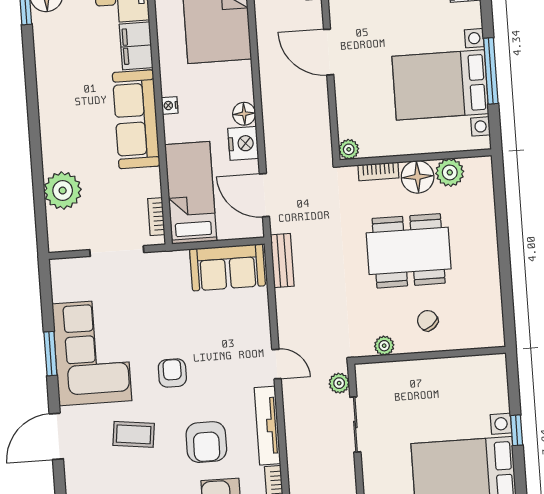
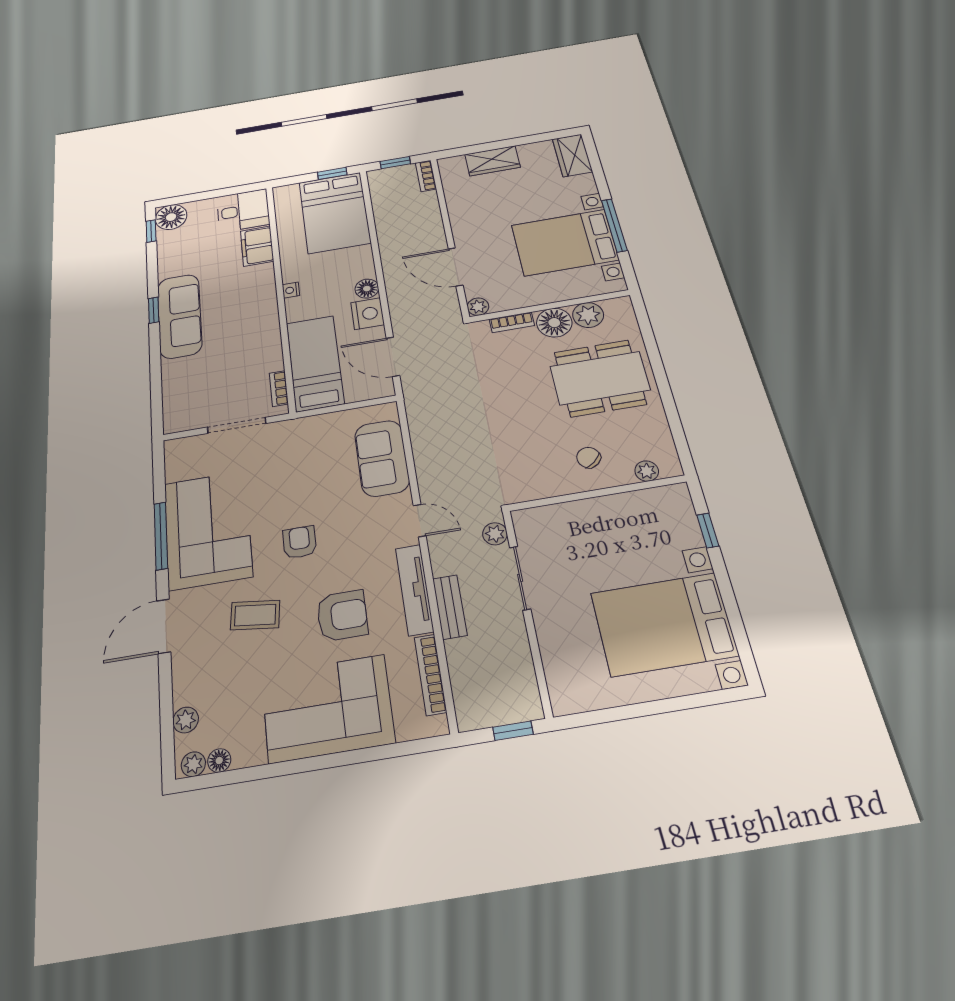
door: (329, 52) -> (456, 267), moved
window: (33, 111) -> (154, 310), added
sofa: (136, 119) -> (180, 316), moved, turned 180
plant: (63, 191) -> (181, 376), removed
dining table: (409, 251) -> (600, 378), moved
bench: (282, 261) -> (450, 607), moved
sofa: (227, 267) -> (382, 458), moved, turned 90
plant: (384, 346) -> (647, 471), moved
window: (50, 354) -> (161, 536), width x1.44
window: (517, 430) -> (708, 530), moved
armchair: (206, 442) -> (342, 615), turned -90

